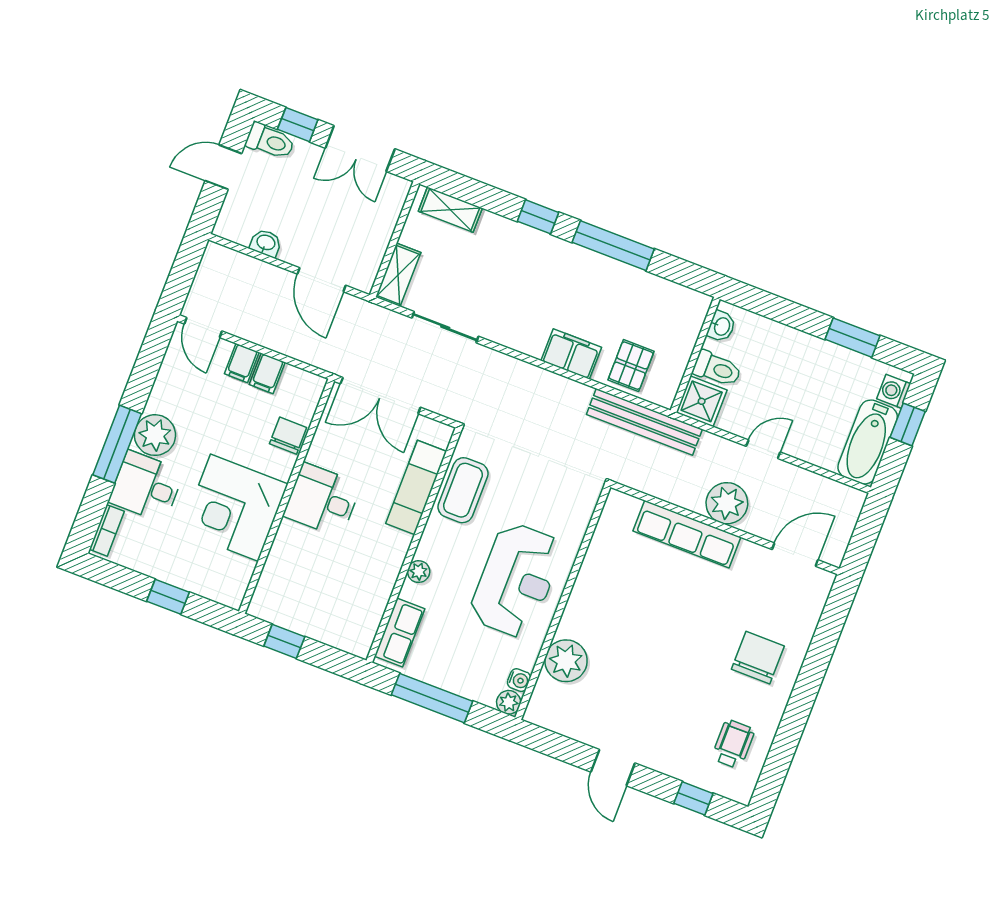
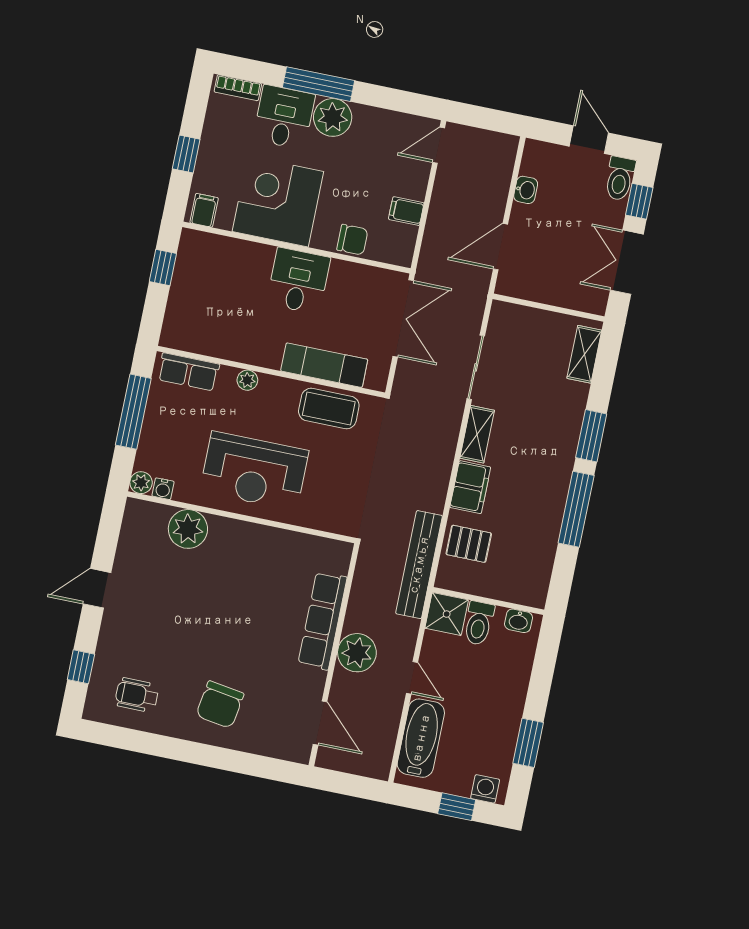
window: (538, 217) -> (591, 436), width x1.50
shelving: (398, 275) -> (477, 434), moved, turned 90
filing cabinet: (242, 363) -> (204, 210), moved, turned 90
double door: (380, 396) -> (403, 318), swing flipped
bathtub: (868, 442) -> (421, 738), moved, turned 90
chair: (758, 658) -> (220, 705), turned 99
wheelchair: (733, 744) -> (137, 695), turned 180

